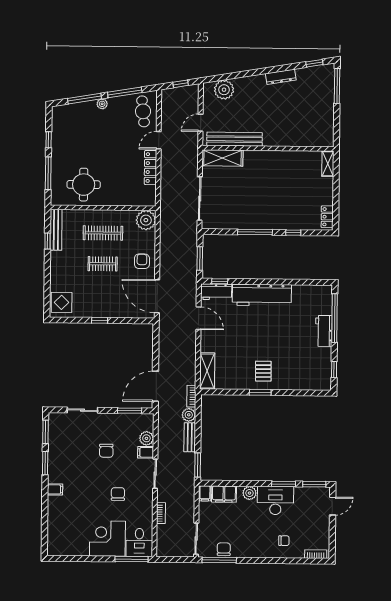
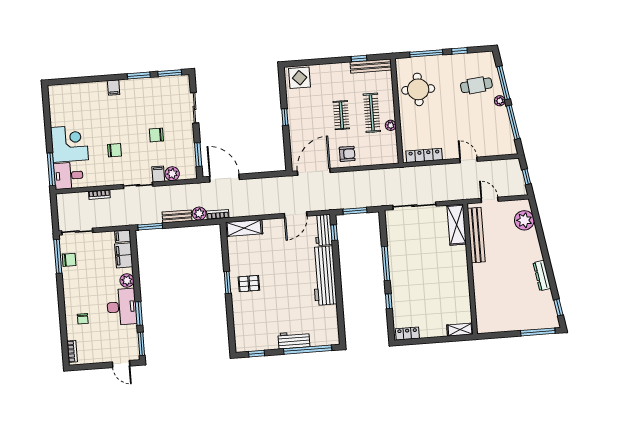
cafe table: (143, 111) -> (476, 85), moved
locker: (150, 168) -> (424, 155), moved
plant: (146, 220) -> (391, 125), moved, width x0.53, depth x0.53

